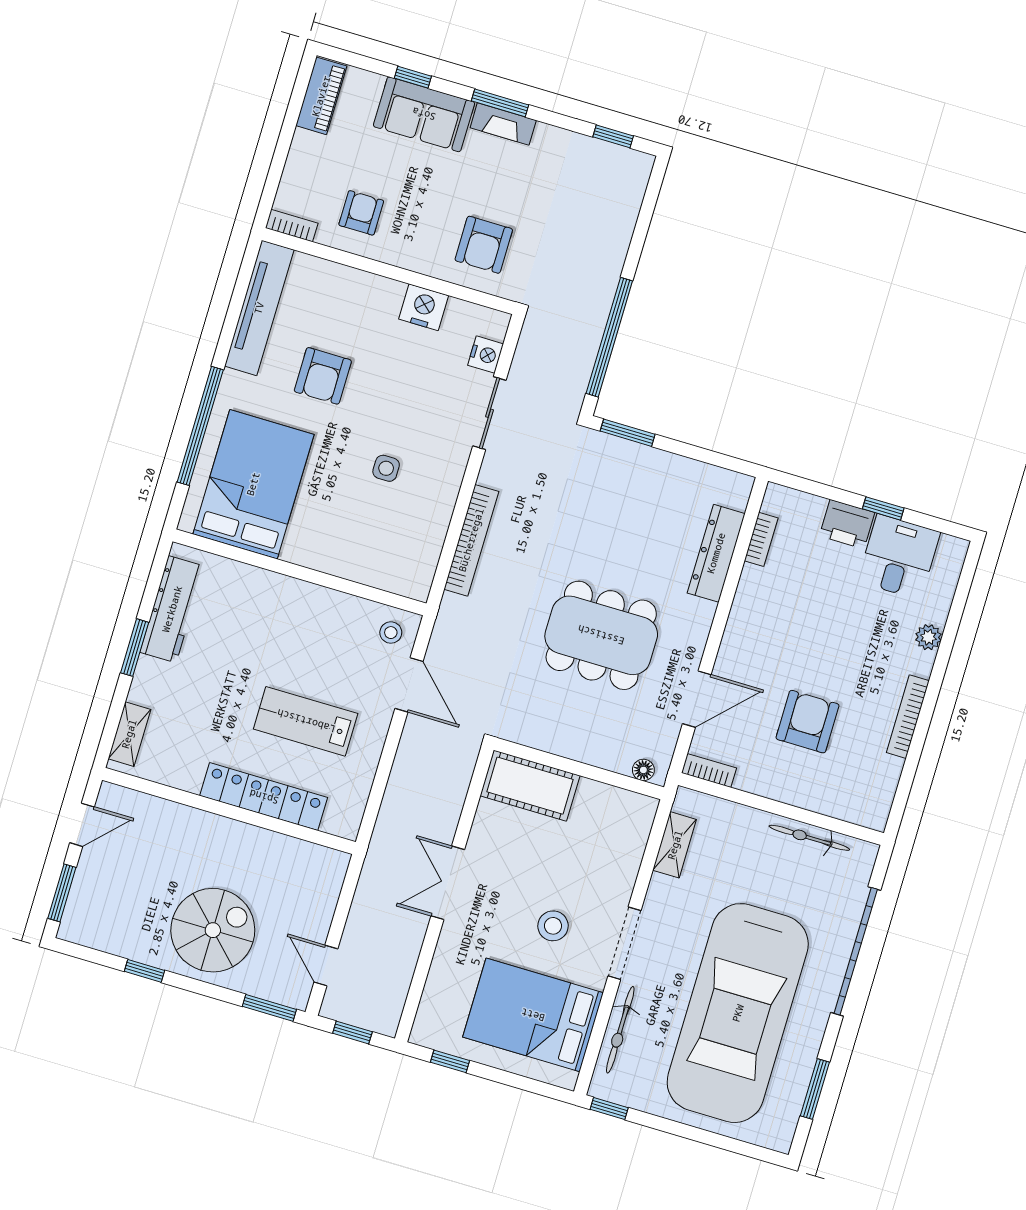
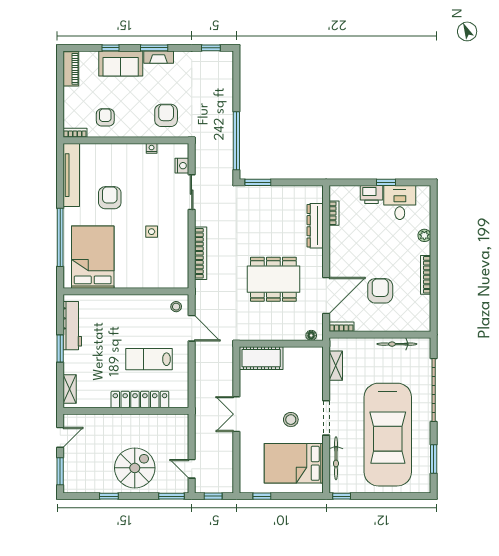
armchair: (484, 245) -> (166, 115), turned 180
nightstand: (424, 307) -> (152, 148), width x0.53, depth x0.56
armchair: (323, 376) -> (110, 198), turned 180
door: (697, 699) -> (326, 296), width x1.36

